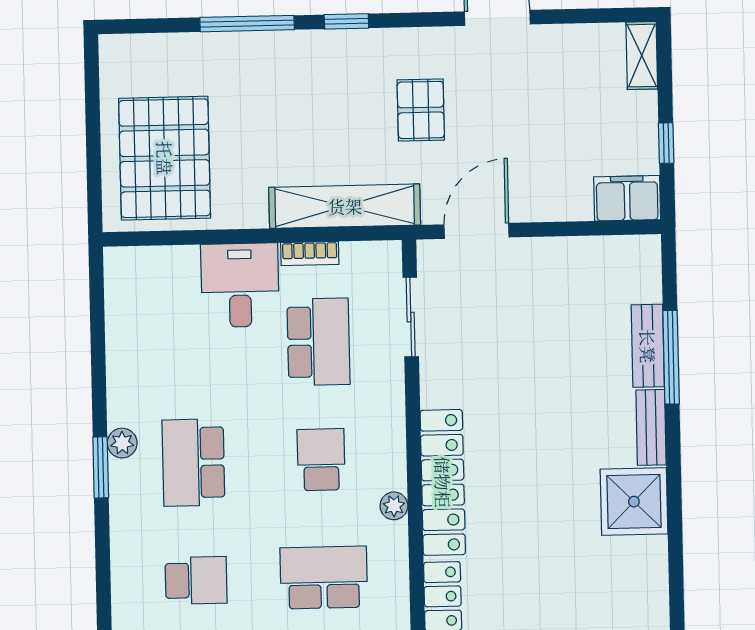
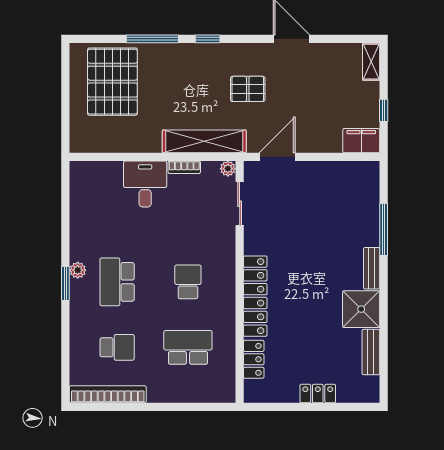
pallet: (421, 110) -> (248, 89), turned 90
pallet: (165, 158) -> (112, 82), moved
school desk: (318, 342) -> (188, 216), removed
bench: (648, 346) -> (371, 352), moved
plant: (394, 506) -> (228, 169), moved

